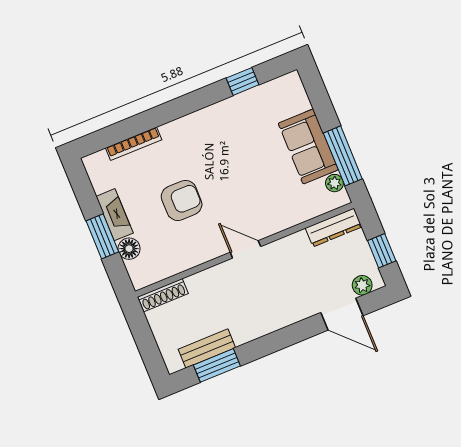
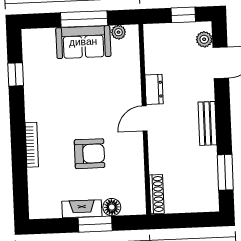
bookcase: (134, 144) -> (32, 145), moved
window: (343, 156) -> (84, 19), moved
armchair: (182, 200) -> (90, 154), turned 90
dresser: (334, 227) -> (154, 89), moved, width x0.70
bench: (207, 348) -> (207, 123), moved

